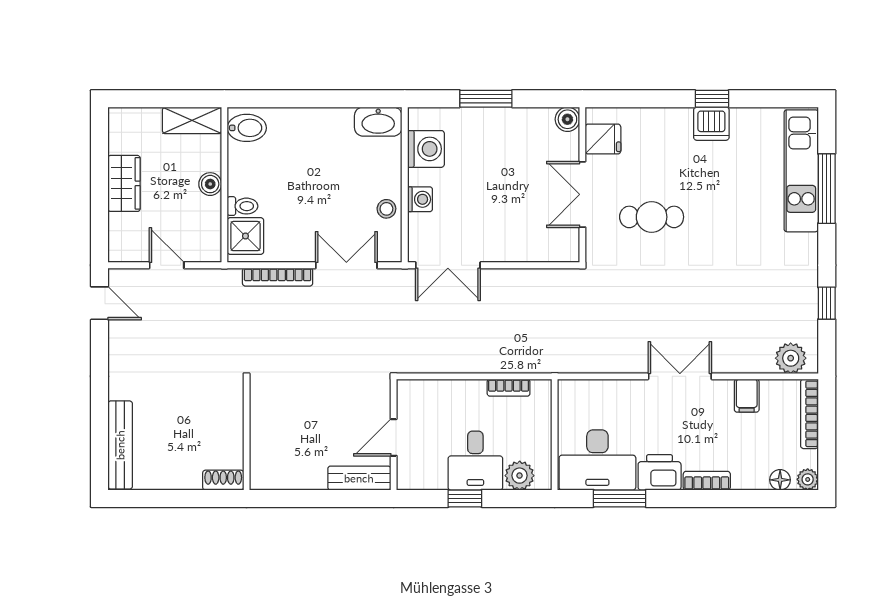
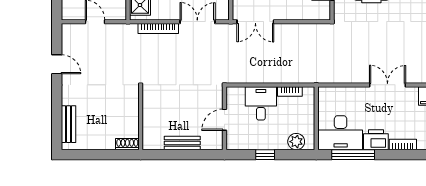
door: (99, 303) -> (57, 64), moved
bench: (120, 445) -> (69, 124), width x0.73
desk: (475, 461) -> (261, 103), moved, turned 180
bench: (359, 478) -> (182, 143), moved
window: (620, 498) -> (353, 155), width x1.44

